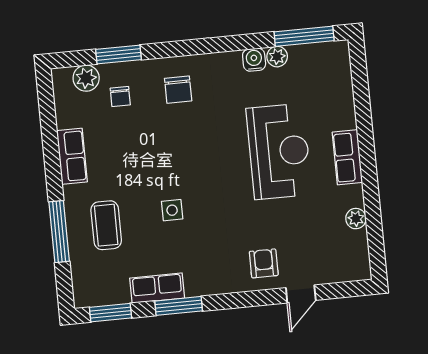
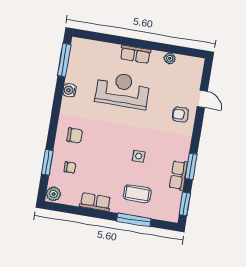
plant: (277, 57) -> (71, 77), removed
plant: (86, 78) -> (53, 194), moved

